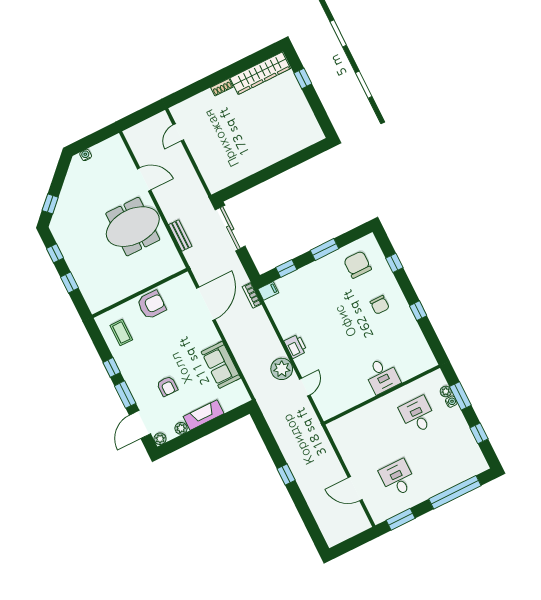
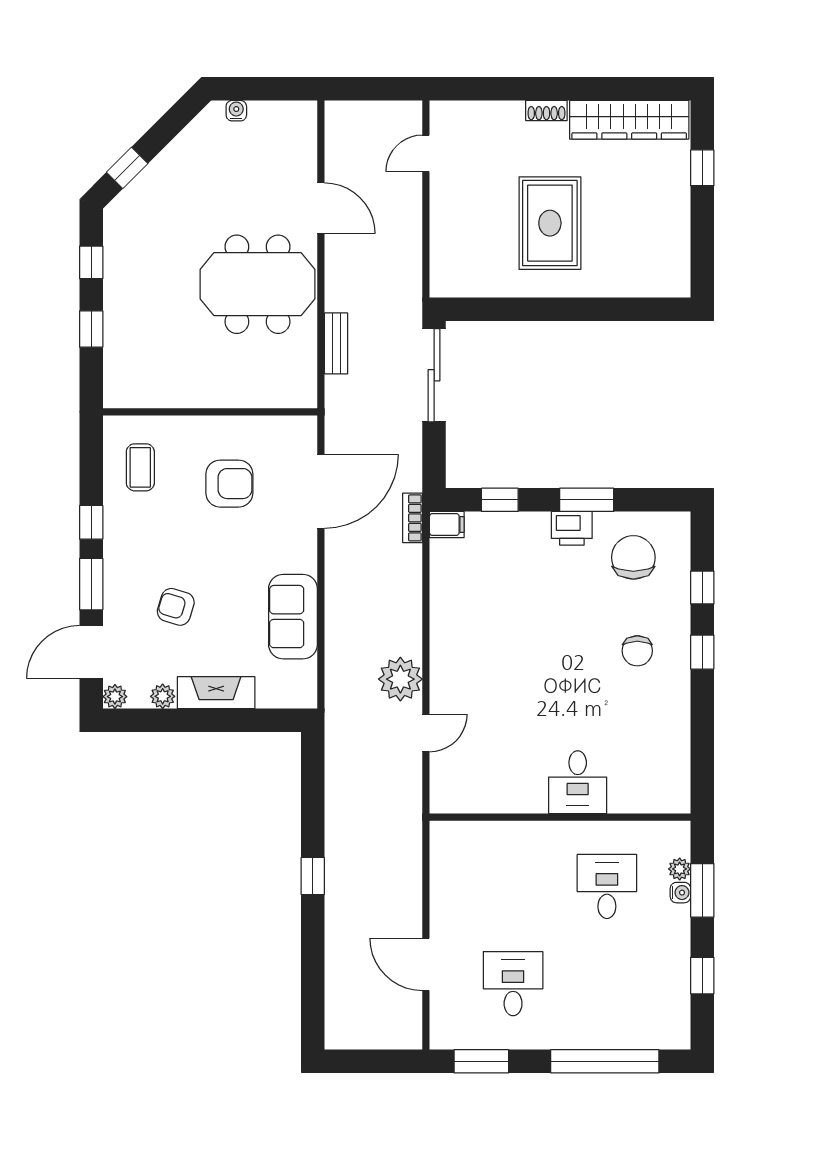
rug: (248, 136) -> (550, 223), added
armchair: (152, 305) -> (229, 484), moved
window: (418, 311) -> (702, 652), moved
printer: (296, 346) -> (572, 528), moved, turned 90
armchair: (167, 386) -> (176, 607), turned 107

